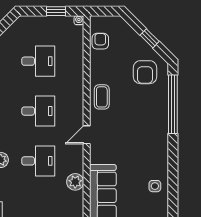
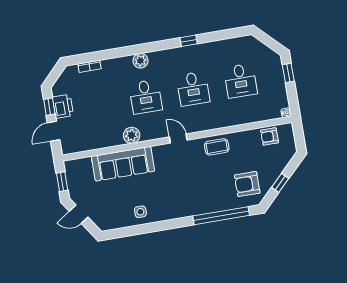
window: (56, 11) -> (288, 73), moved
armchair: (100, 41) -> (270, 136), turned 180

